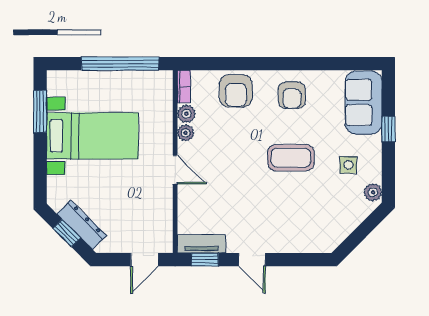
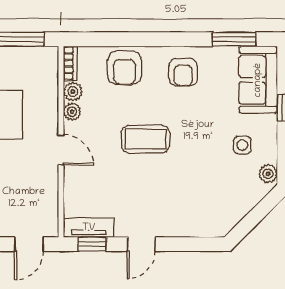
window: (340, 64) -> (234, 39), added
coffee table: (291, 158) -> (145, 139), moved
door: (252, 260) -> (141, 244), hinge flipped

